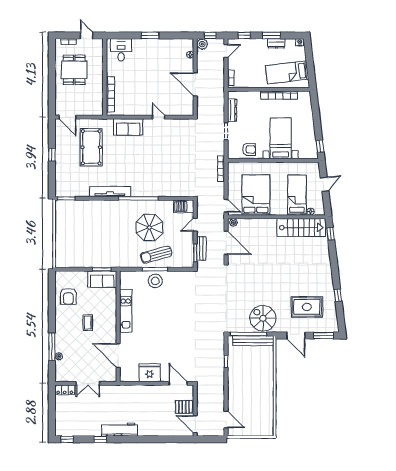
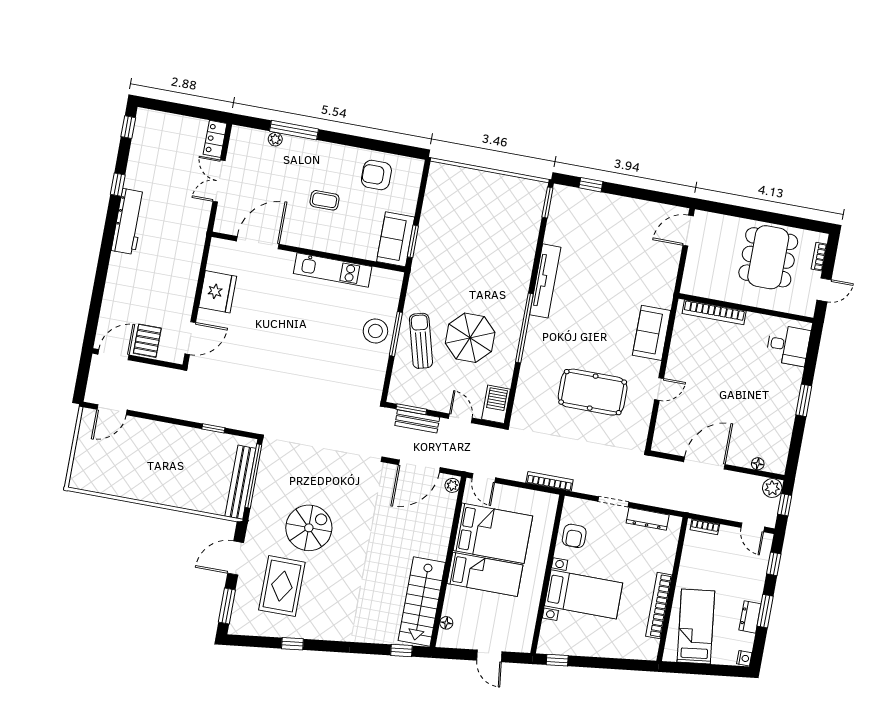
dining table: (74, 70) -> (768, 257), width x1.38
pool table: (91, 147) -> (593, 392), moved
window: (52, 155) -> (591, 185), moved
bed: (297, 195) -> (485, 574), moved
door: (226, 206) -> (484, 478), hinge flipped
spiral stairs: (263, 318) -> (309, 528), moved

